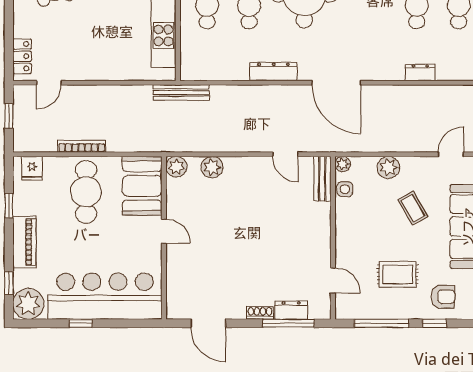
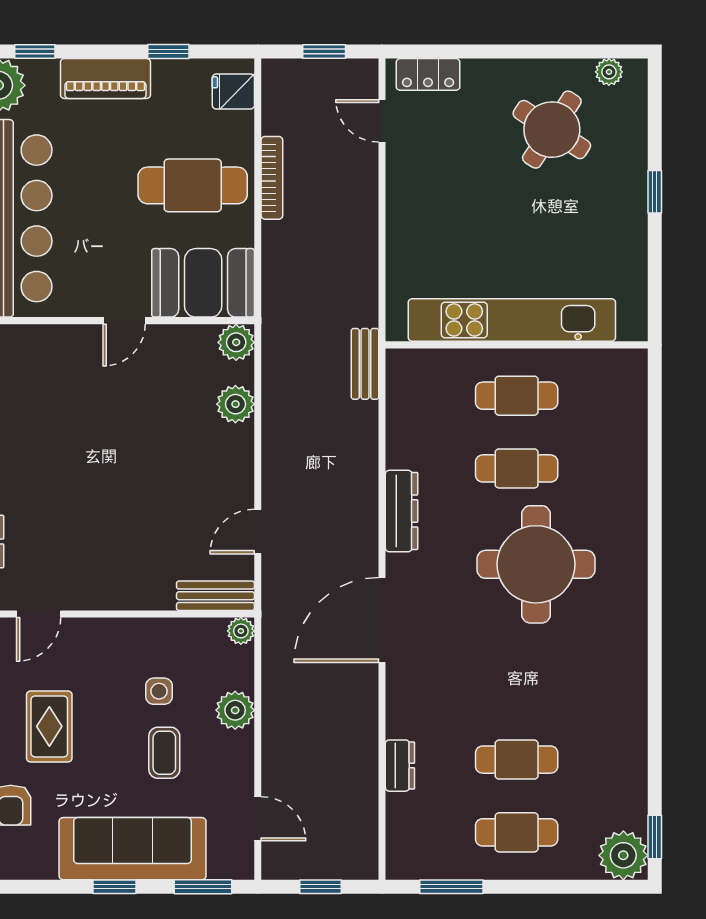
bench: (181, 93) -> (365, 364), width x0.73
side table: (345, 189) -> (159, 691), moved
coffee table: (413, 208) -> (164, 753), turned -61

